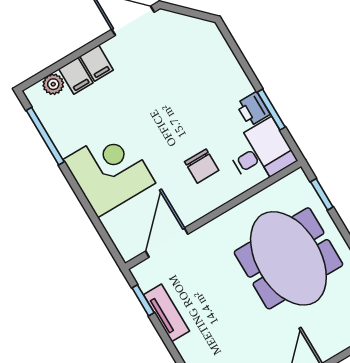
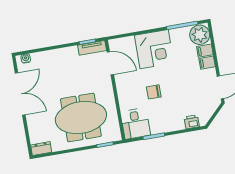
plant: (53, 84) -> (200, 35), width x1.88, depth x1.88
printer: (253, 109) -> (192, 122), moved
chair: (202, 166) -> (154, 92), moved
tv unit: (166, 313) -> (92, 48), moved

